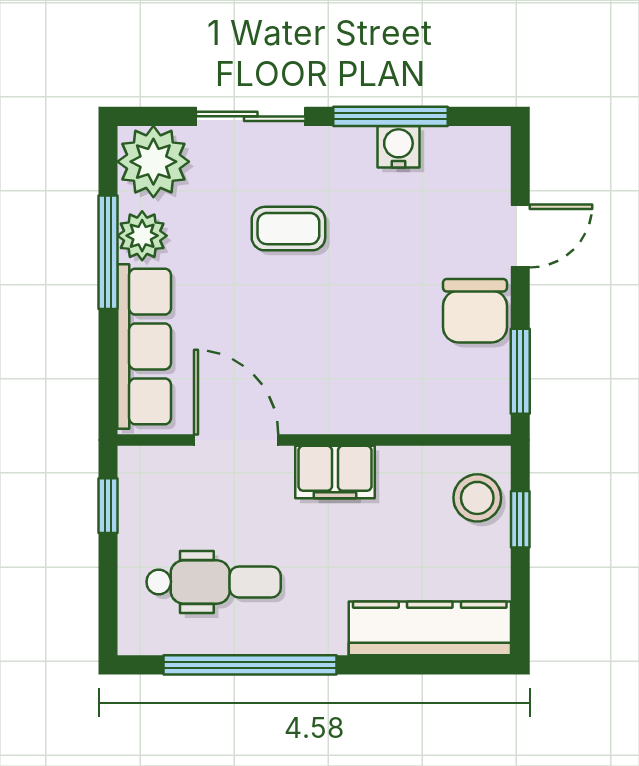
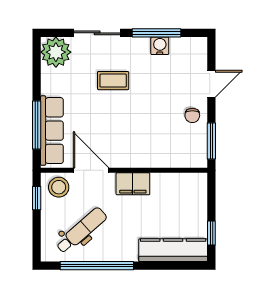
plant: (142, 236) -> (51, 84), removed
window: (108, 252) -> (37, 125), moved
chair: (475, 311) -> (192, 115), width x0.54, depth x0.54
stool: (477, 498) -> (59, 187), moved
window: (520, 519) -> (211, 233), moved
dental chair: (214, 582) -> (81, 230), turned -41

